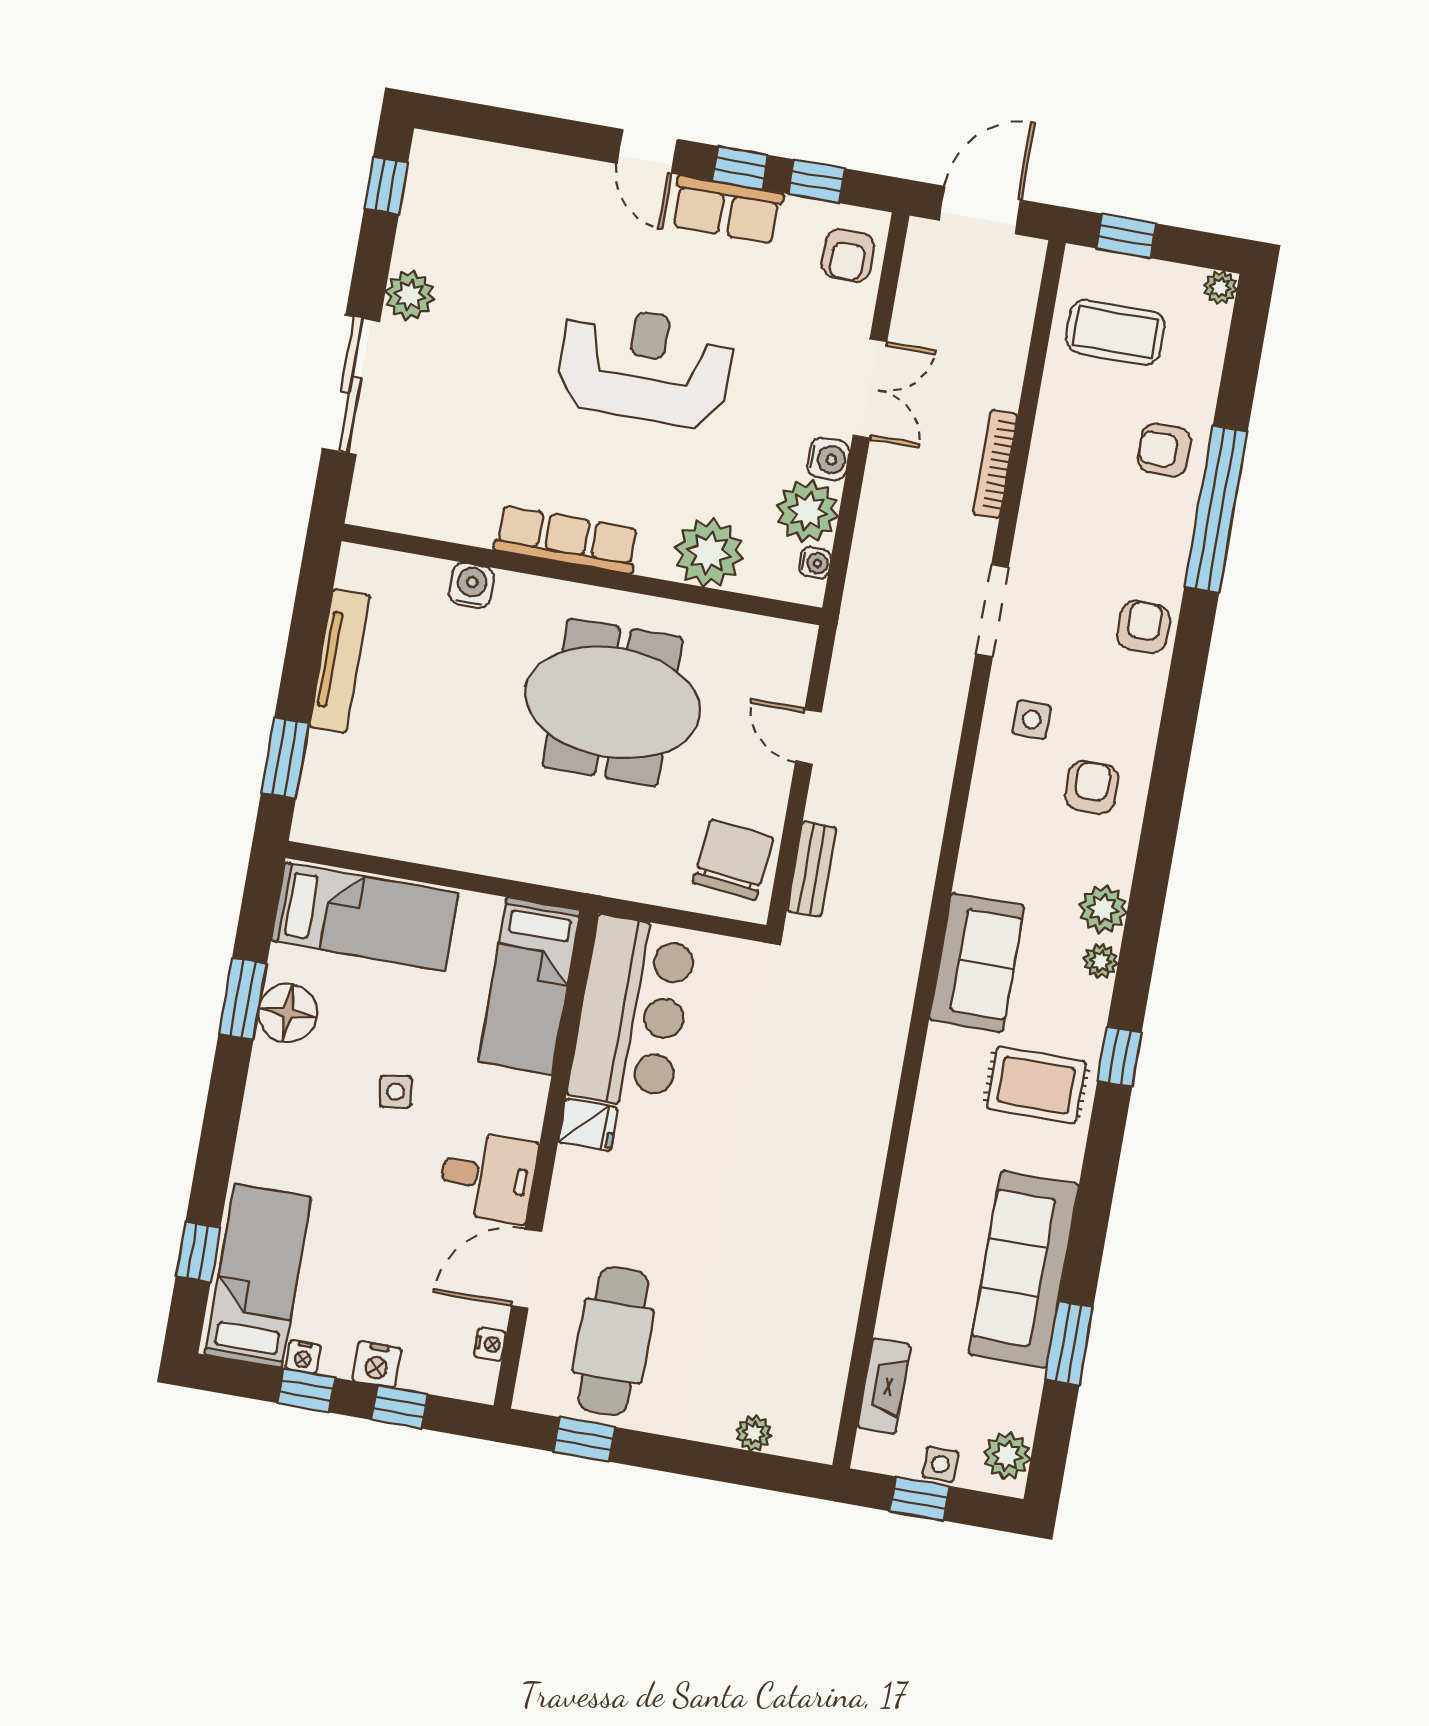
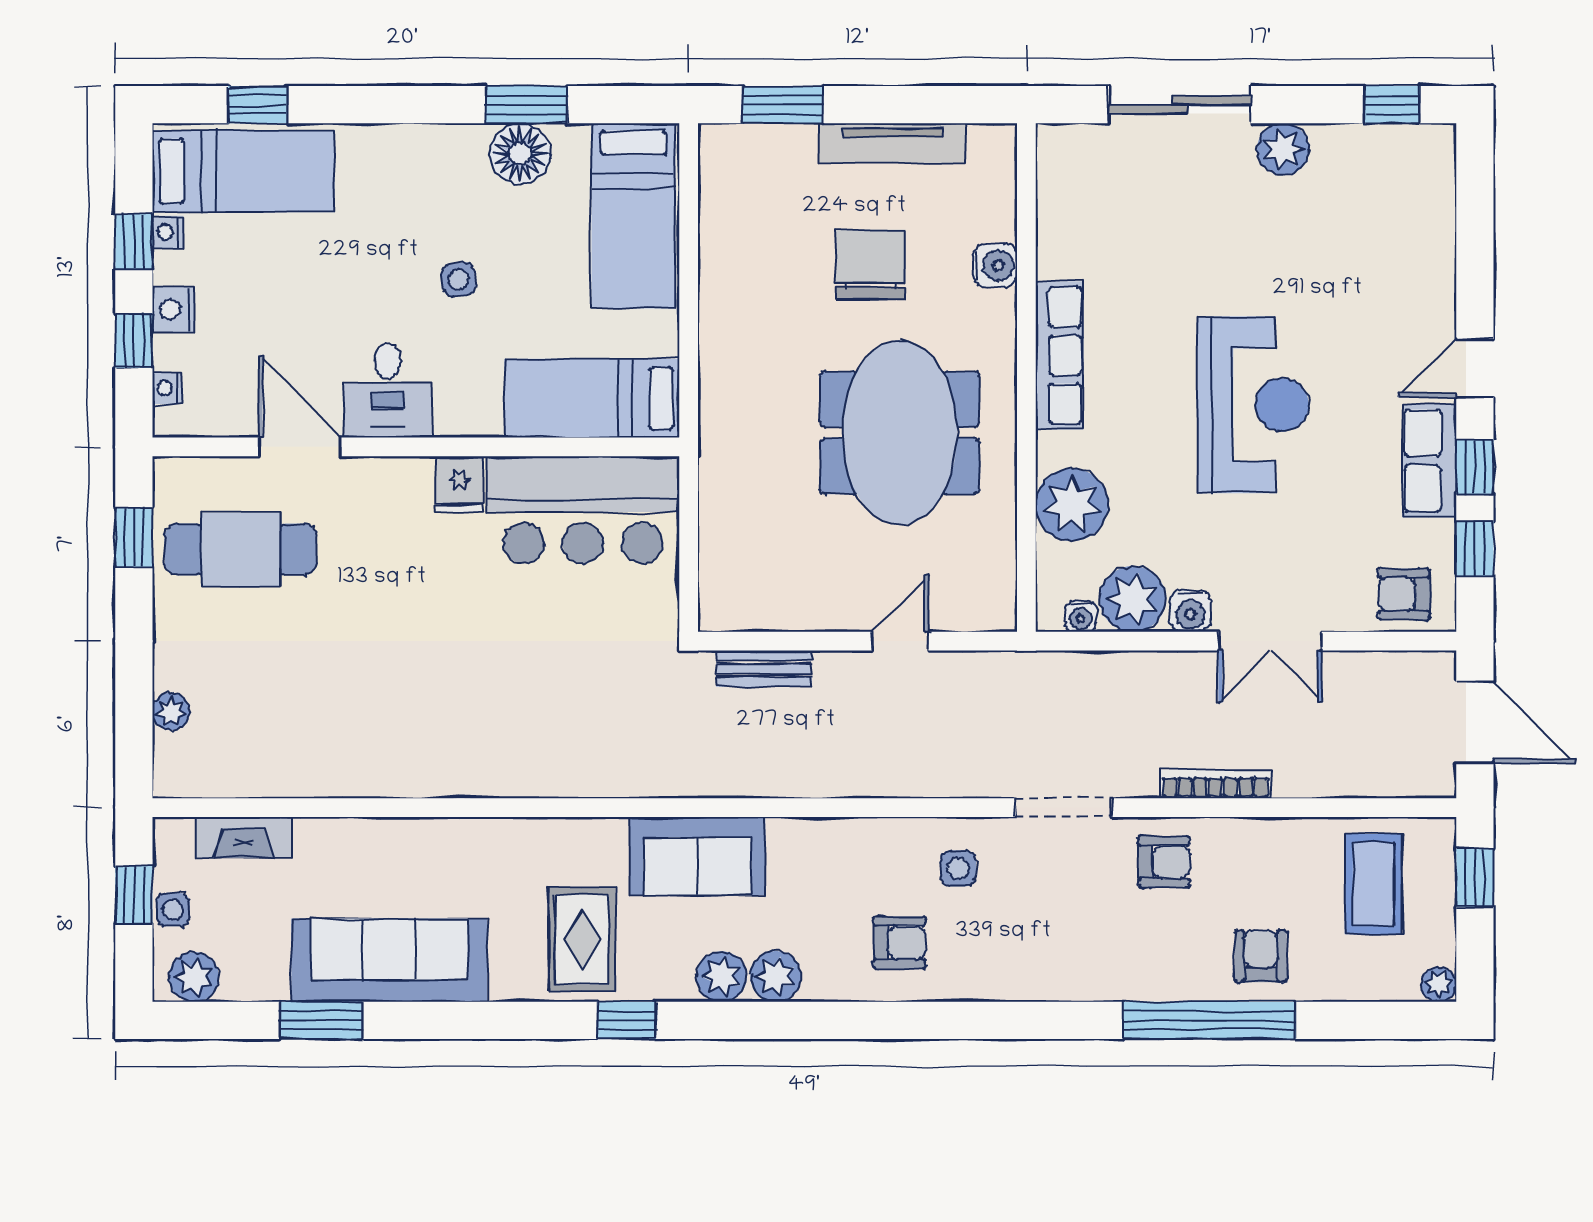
armchair: (1144, 627) -> (1164, 862), moved
chair: (733, 860) -> (871, 264), moved, turned -96
plant: (1101, 961) -> (722, 977), width x1.38, depth x1.38
nightstand: (490, 1344) -> (167, 388), moved, turned 90

